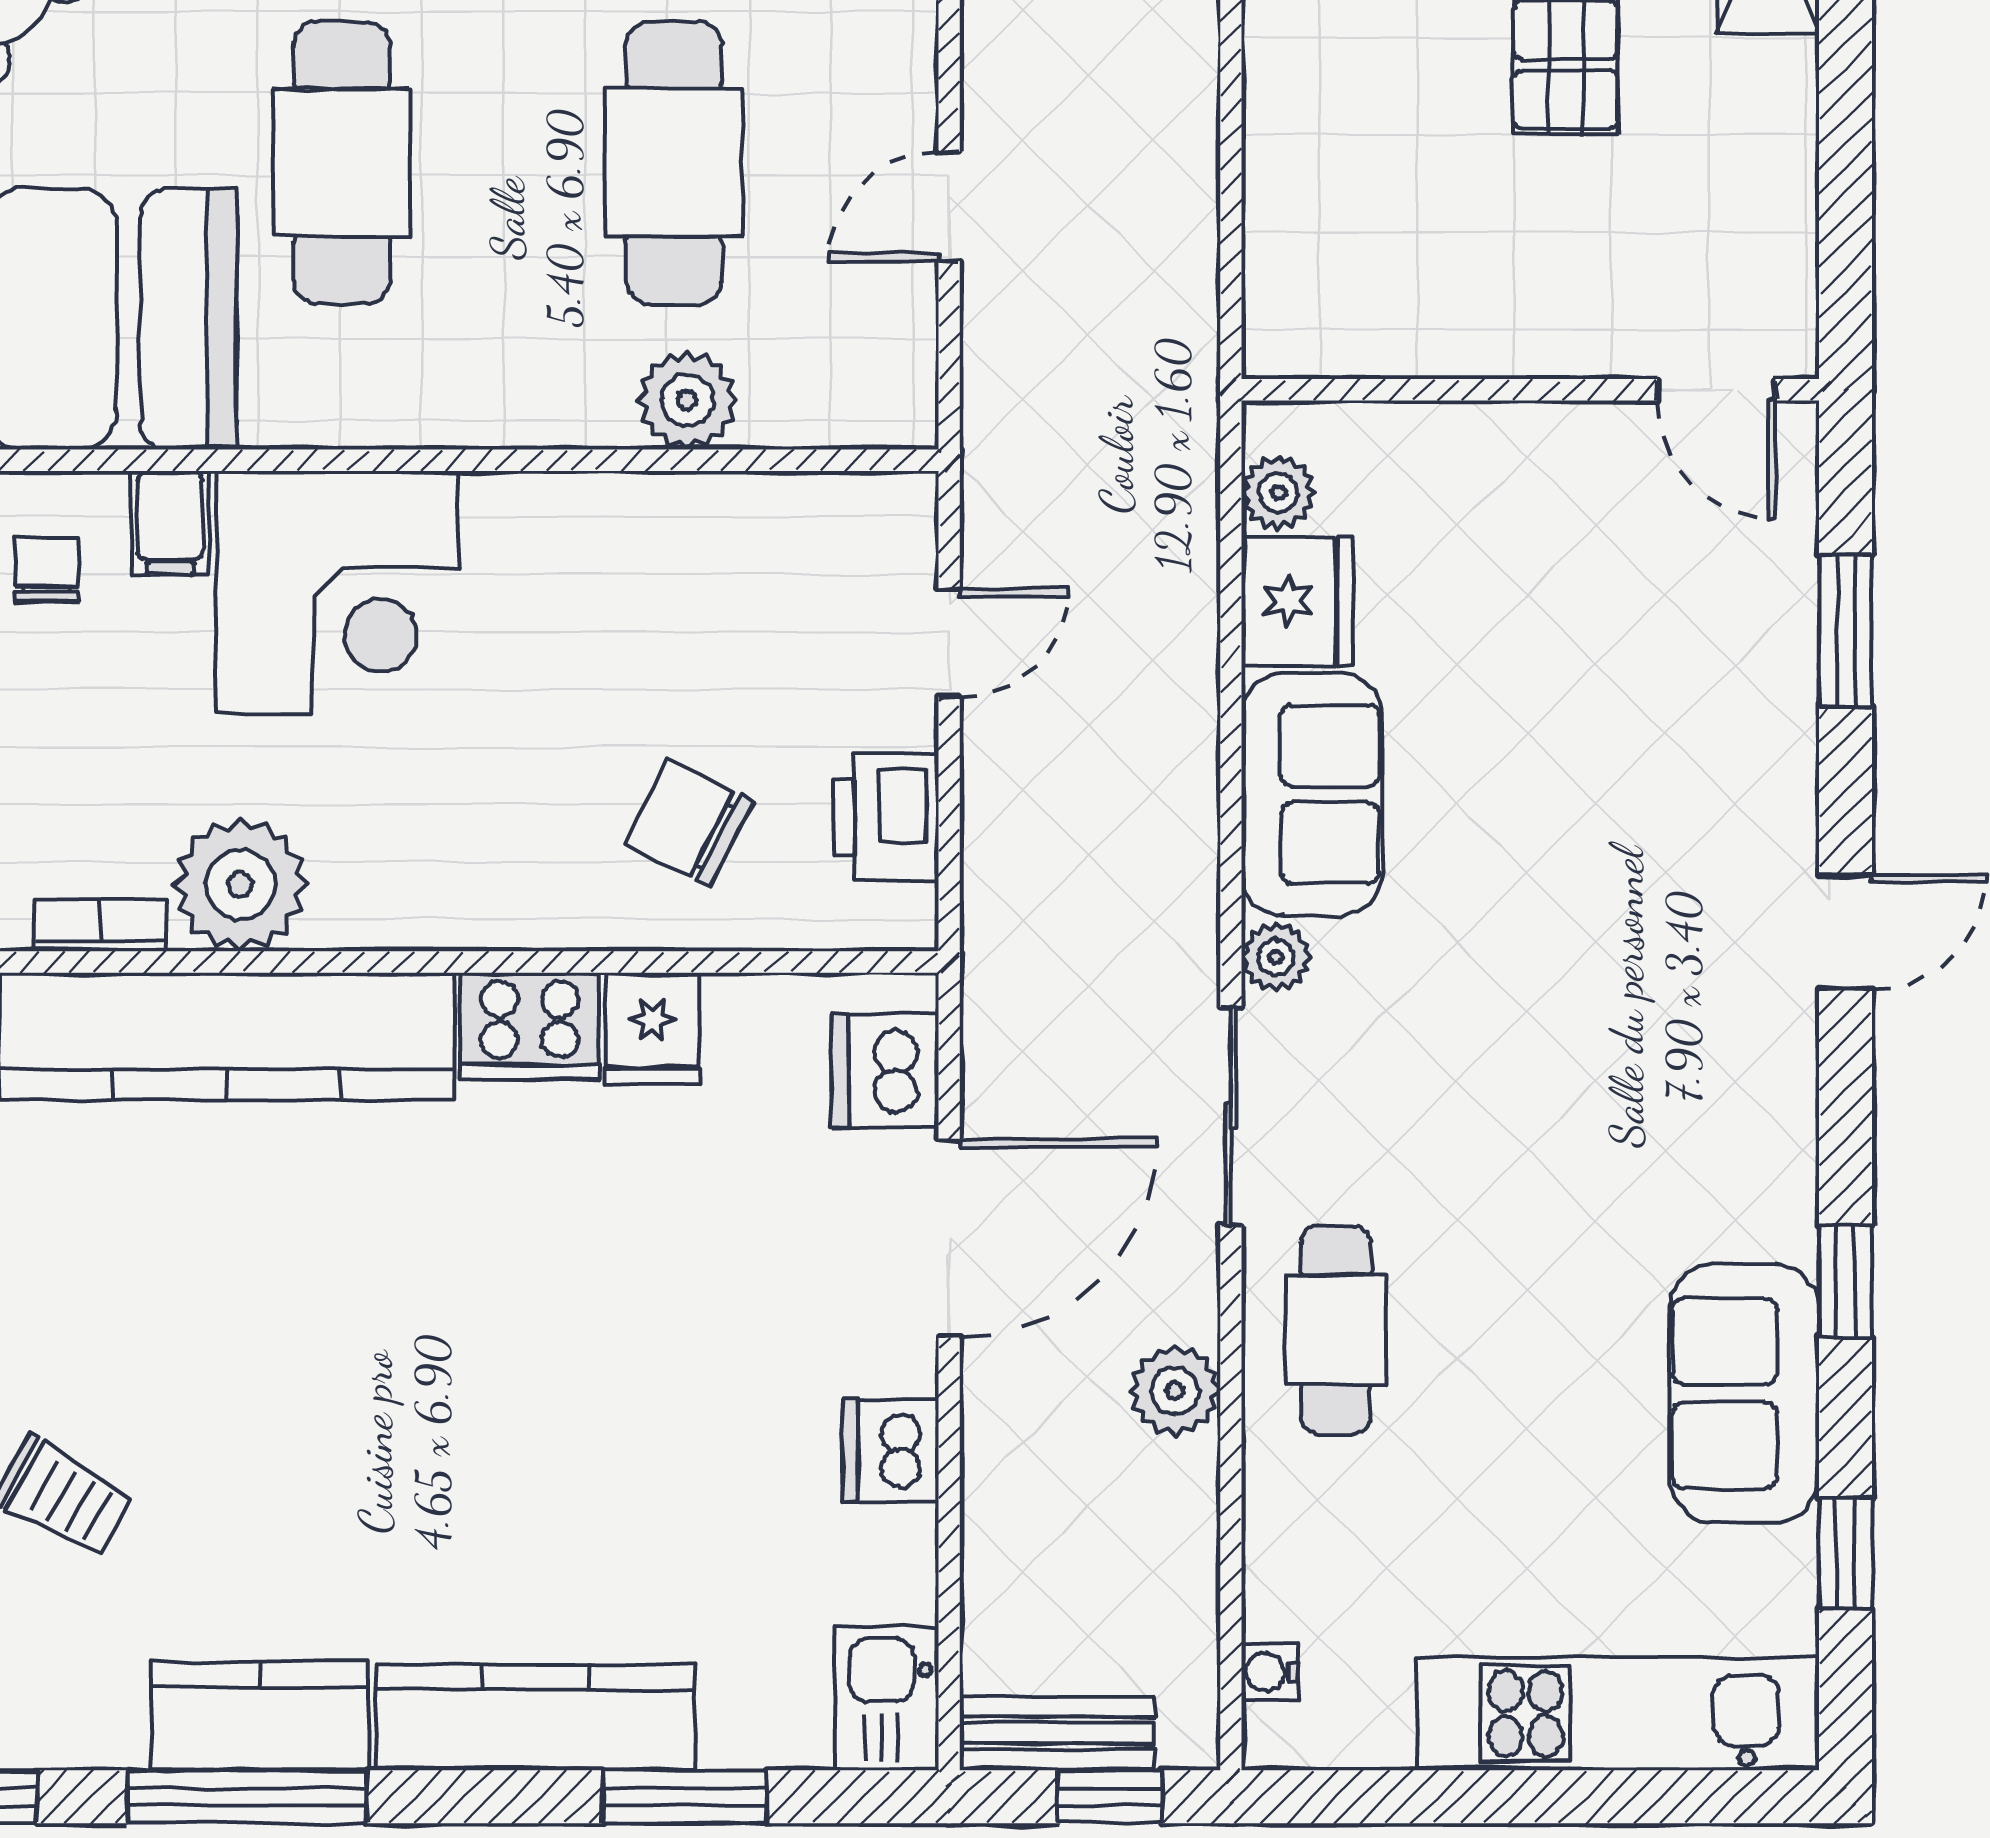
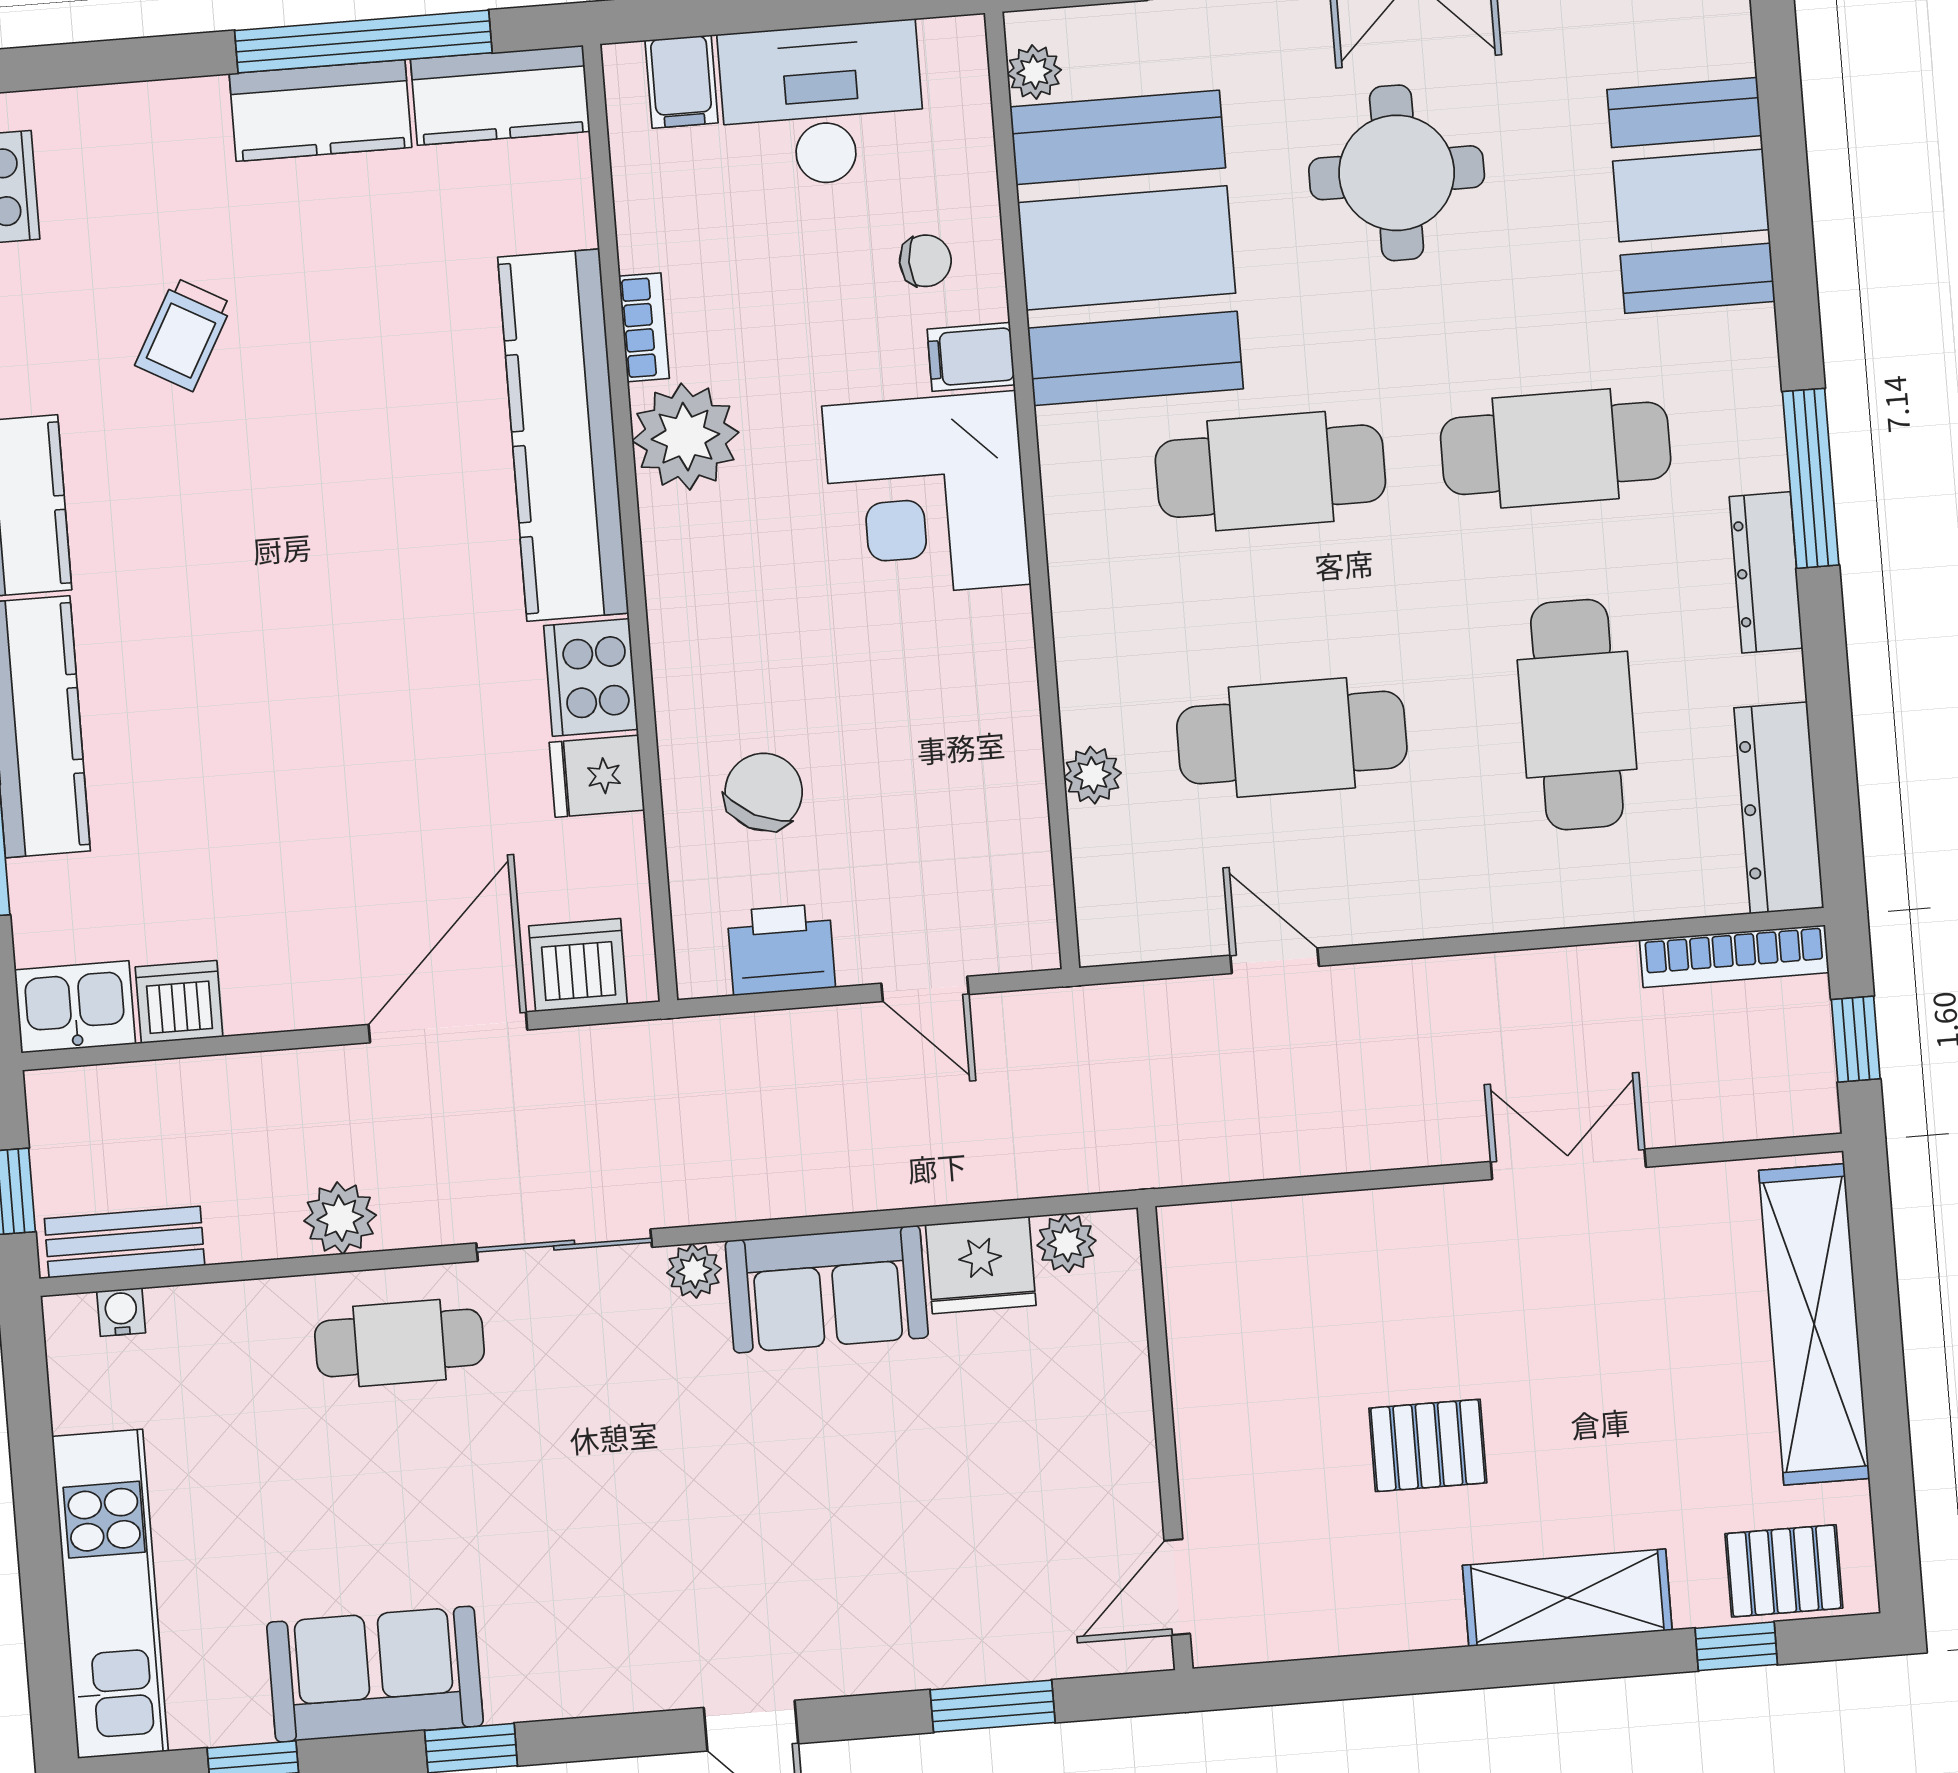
plant: (687, 400) -> (1093, 775), width x0.73, depth x0.73
door: (949, 1238) -> (448, 1027), swing flipped
dishwasher: (891, 1450) -> (179, 1002), moved
bench: (1057, 1733) -> (125, 1242), moved, turned 90

